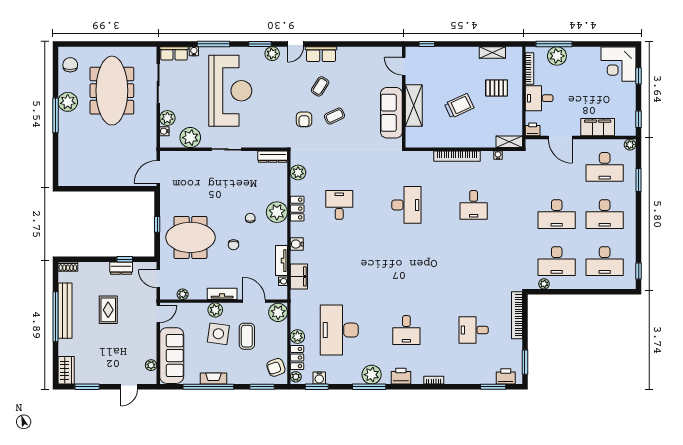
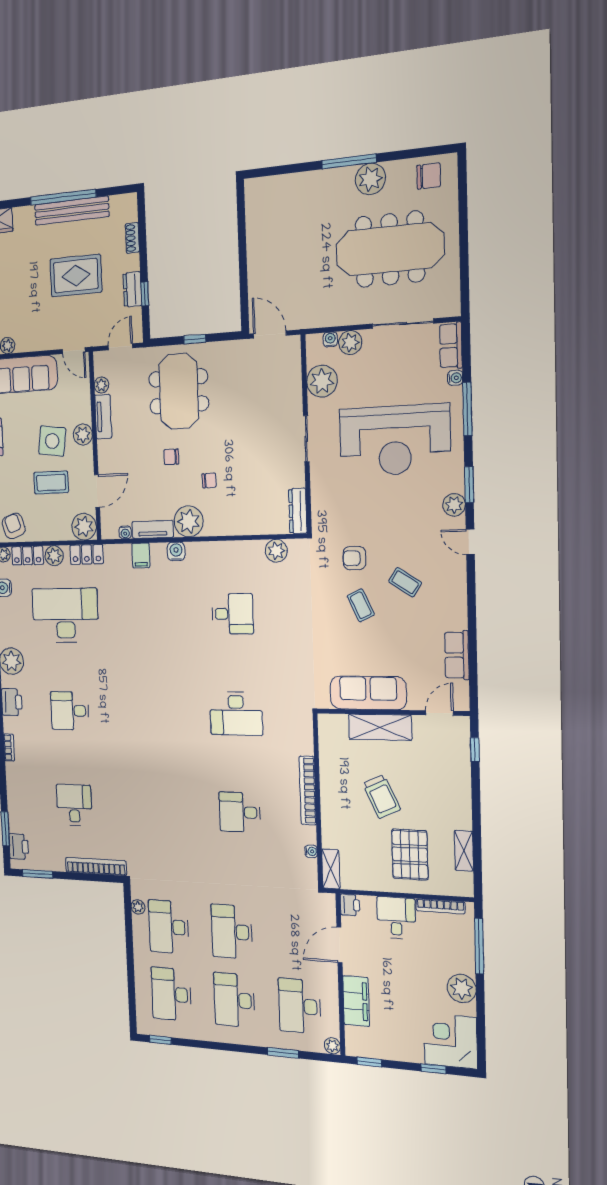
row of seats: (321, 54) -> (457, 655), moved
plant: (557, 56) -> (462, 988), moved
pallet: (497, 88) -> (410, 855), width x1.50, depth x1.42
locker: (297, 209) -> (87, 554), moved
plant: (277, 212) -> (189, 521), moved
shoe rack: (68, 267) -> (132, 238), moved
filing cabinet: (299, 276) -> (141, 556), width x0.50
tv unit: (222, 294) -> (103, 417), moved
rug: (108, 310) -> (76, 276), width x1.36, depth x1.43

